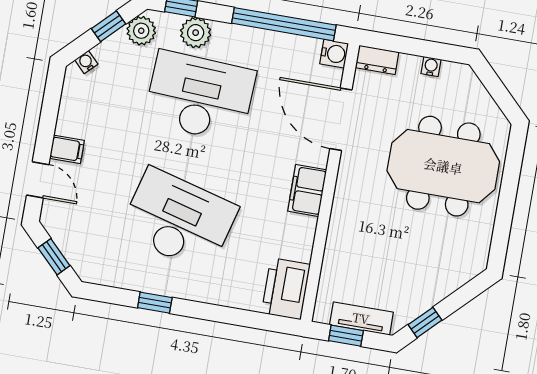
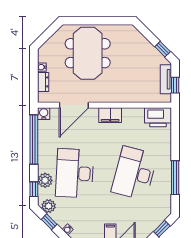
dresser: (377, 60) -> (43, 82), moved
window: (155, 303) -> (175, 178), width x2.17

